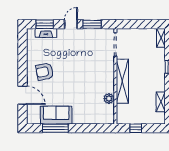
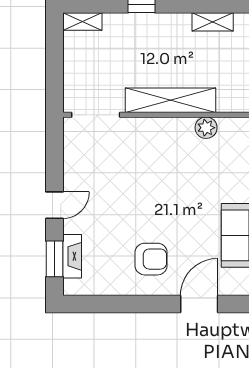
door: (71, 24) -> (54, 205), swing flipped
window: (92, 24) -> (54, 162), removed
armchair: (45, 72) -> (151, 259), turned -79

